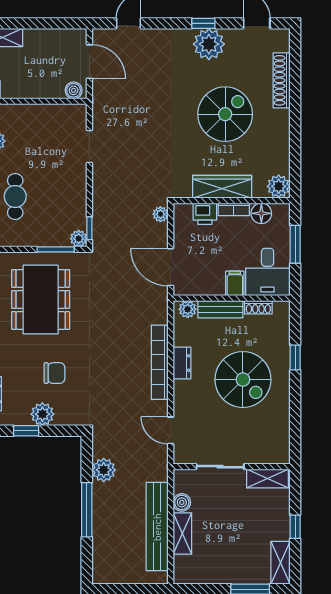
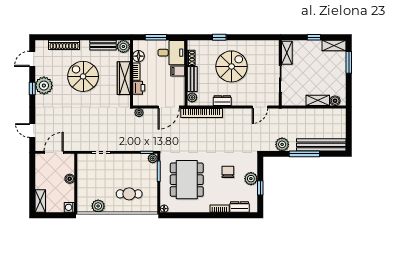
boiler: (74, 90) -> (70, 179), moved
bench: (281, 150) -> (103, 45), added
dining table: (41, 299) -> (187, 180), turned 90
bookcase: (160, 362) -> (202, 113), moved
boiler: (182, 502) -> (335, 101), moved
bench: (157, 527) -> (321, 145), moved

